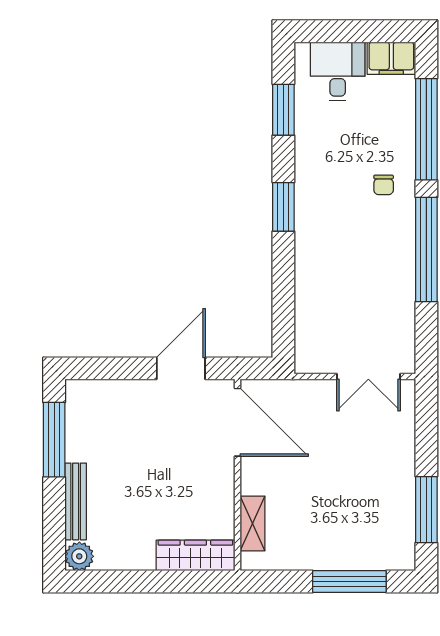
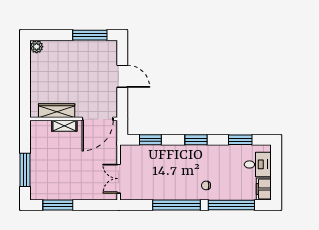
window: (283, 307) -> (150, 140), added
door: (181, 368) -> (122, 76), moved
bench: (76, 501) -> (62, 45), removed
shelving: (253, 523) -> (64, 126), moved
wardrobe: (195, 555) -> (57, 111), moved, turned -90

